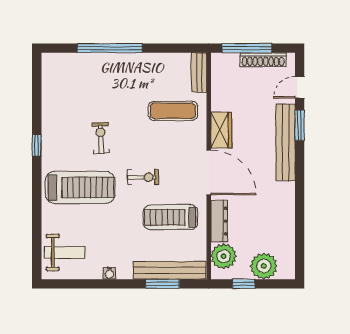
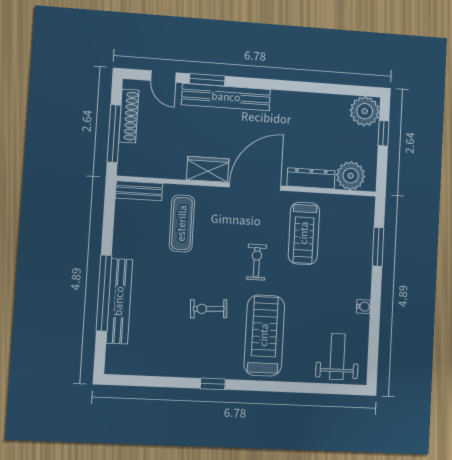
plant: (264, 266) -> (365, 111), moved
bench: (170, 270) -> (119, 301), moved
window: (244, 284) -> (383, 133), moved

